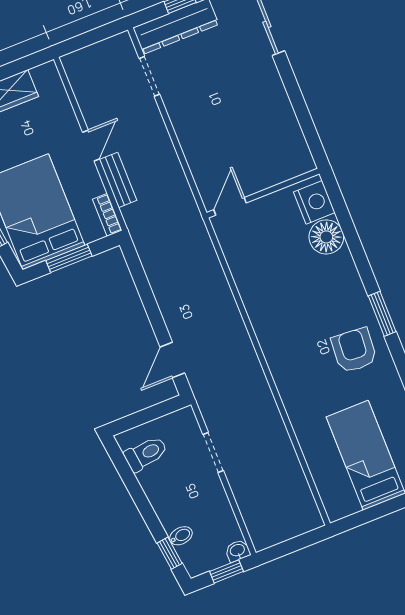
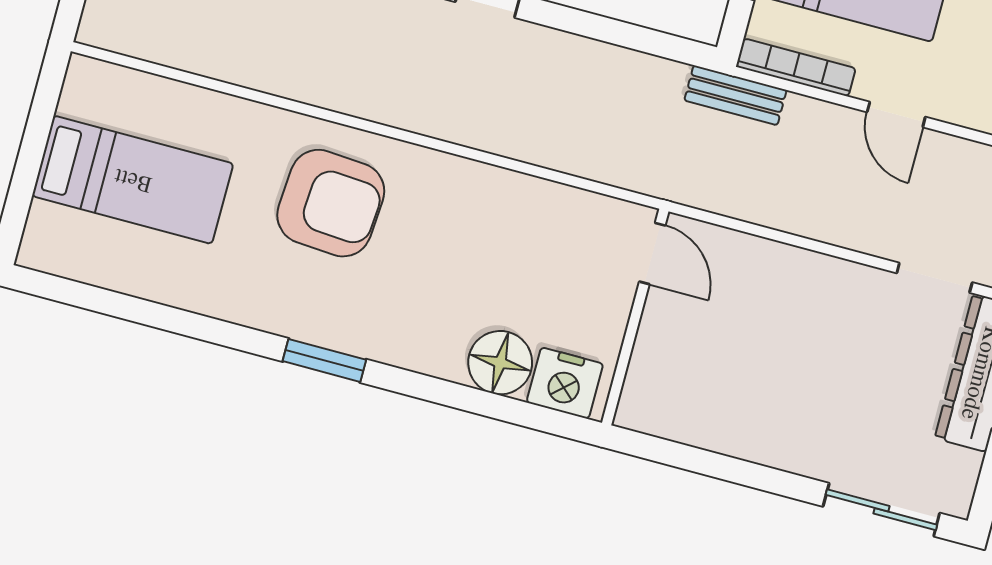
bench: (118, 180) -> (735, 95), moved
bookcase: (107, 215) -> (796, 67), width x1.56
armchair: (354, 350) -> (331, 203), moved, width x1.36, depth x1.36

